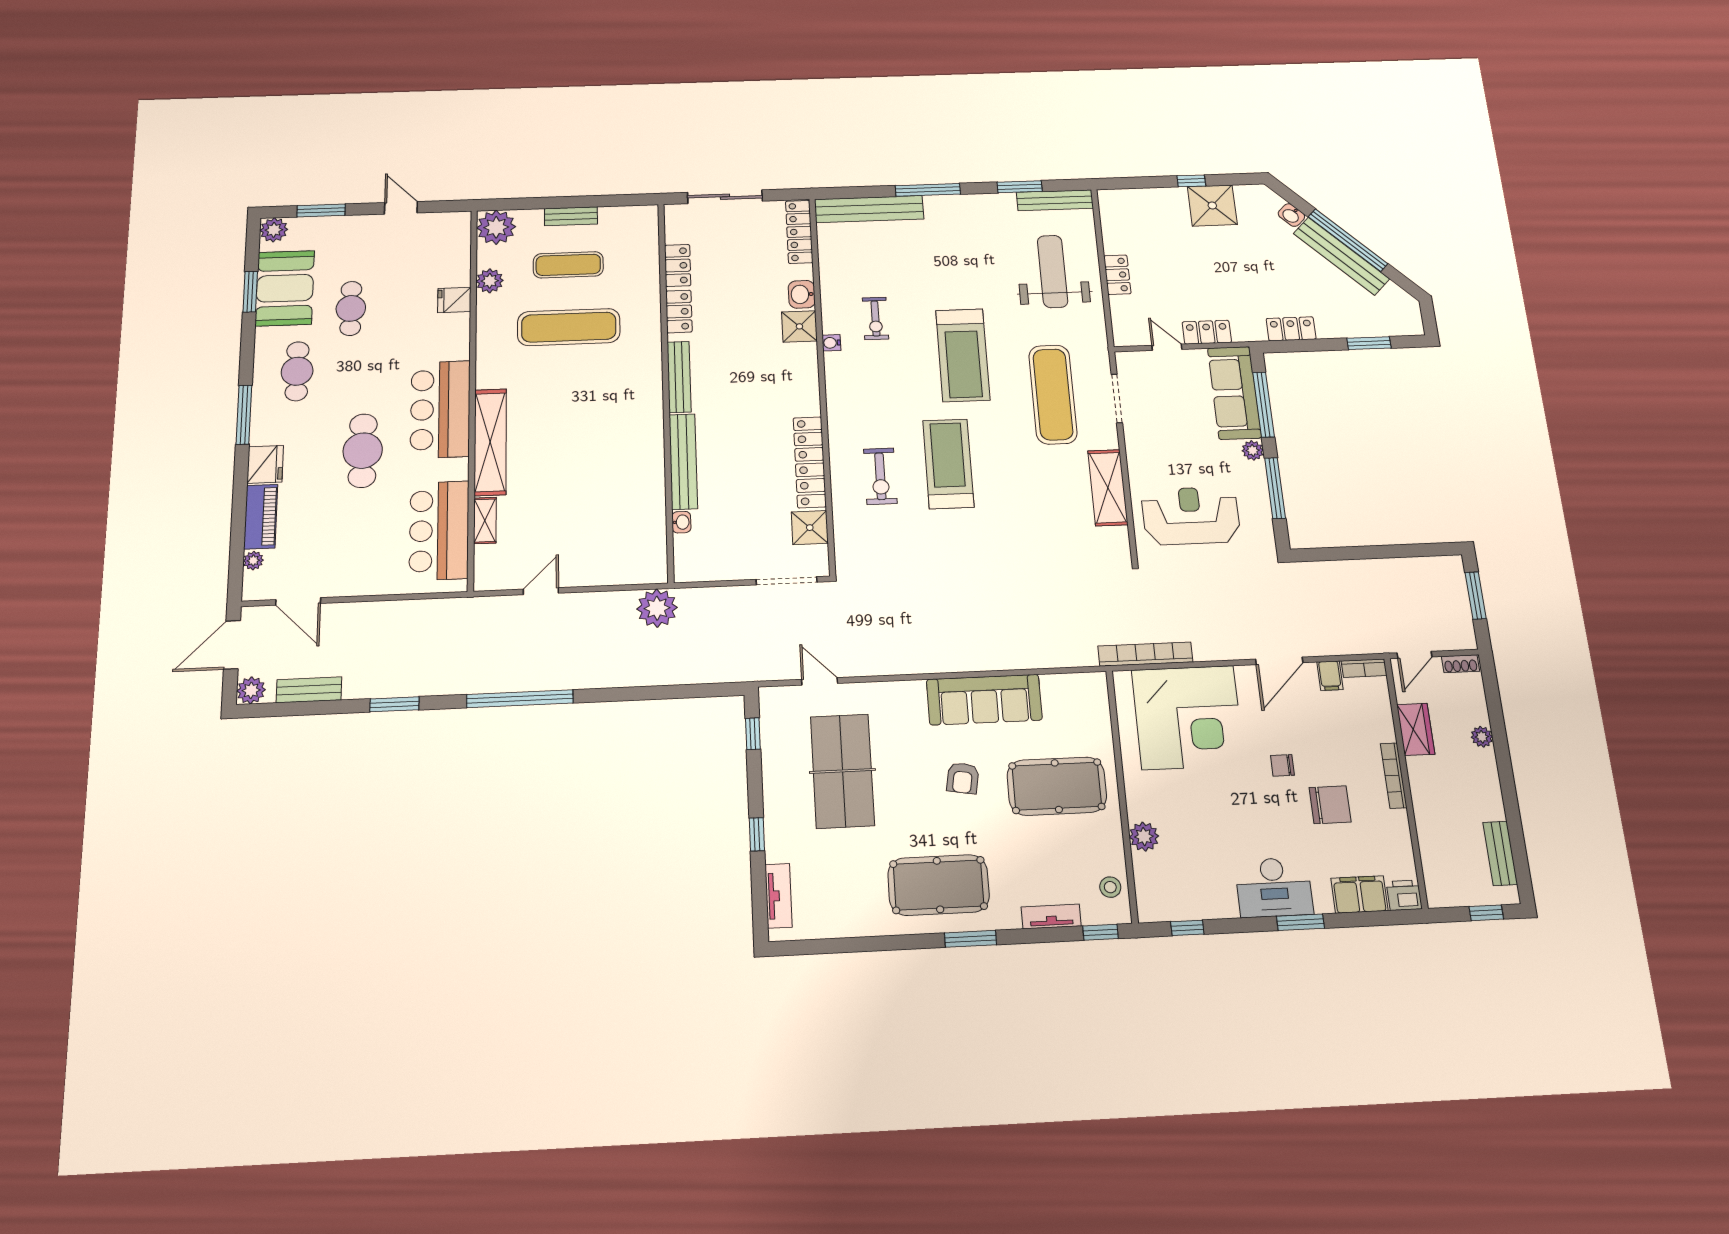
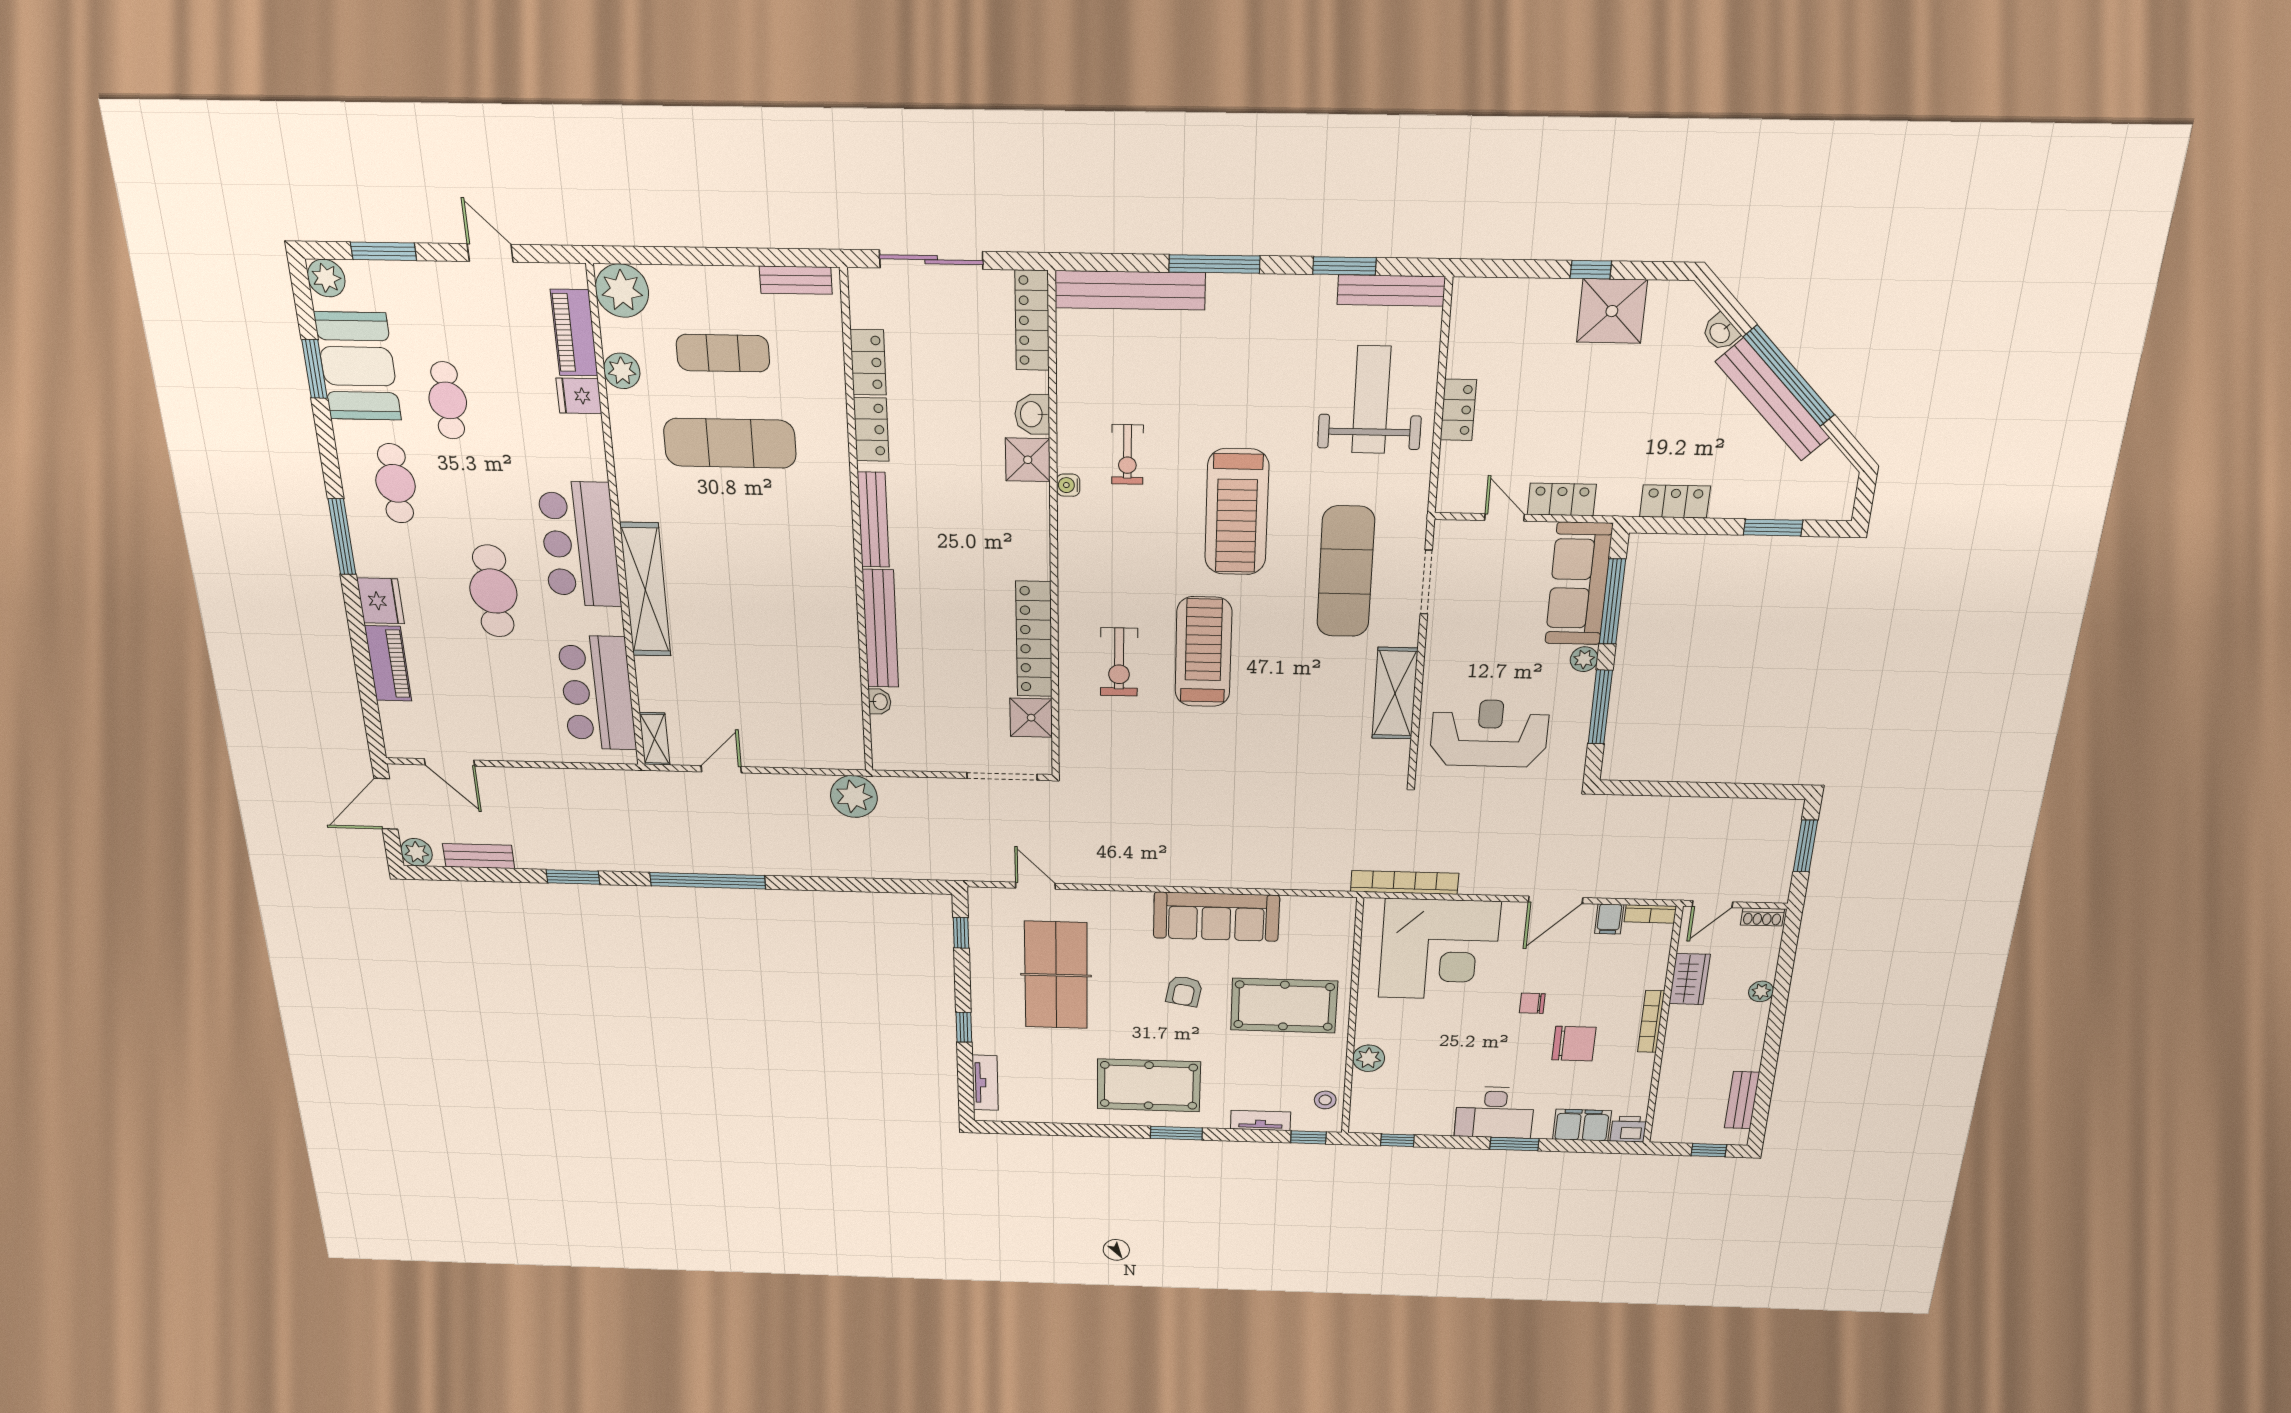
bench: (571, 216) -> (796, 280), moved
piano: (457, 257) -> (574, 333), added
shelving: (485, 520) -> (655, 739), moved
plant: (253, 561) -> (390, 714), removed

